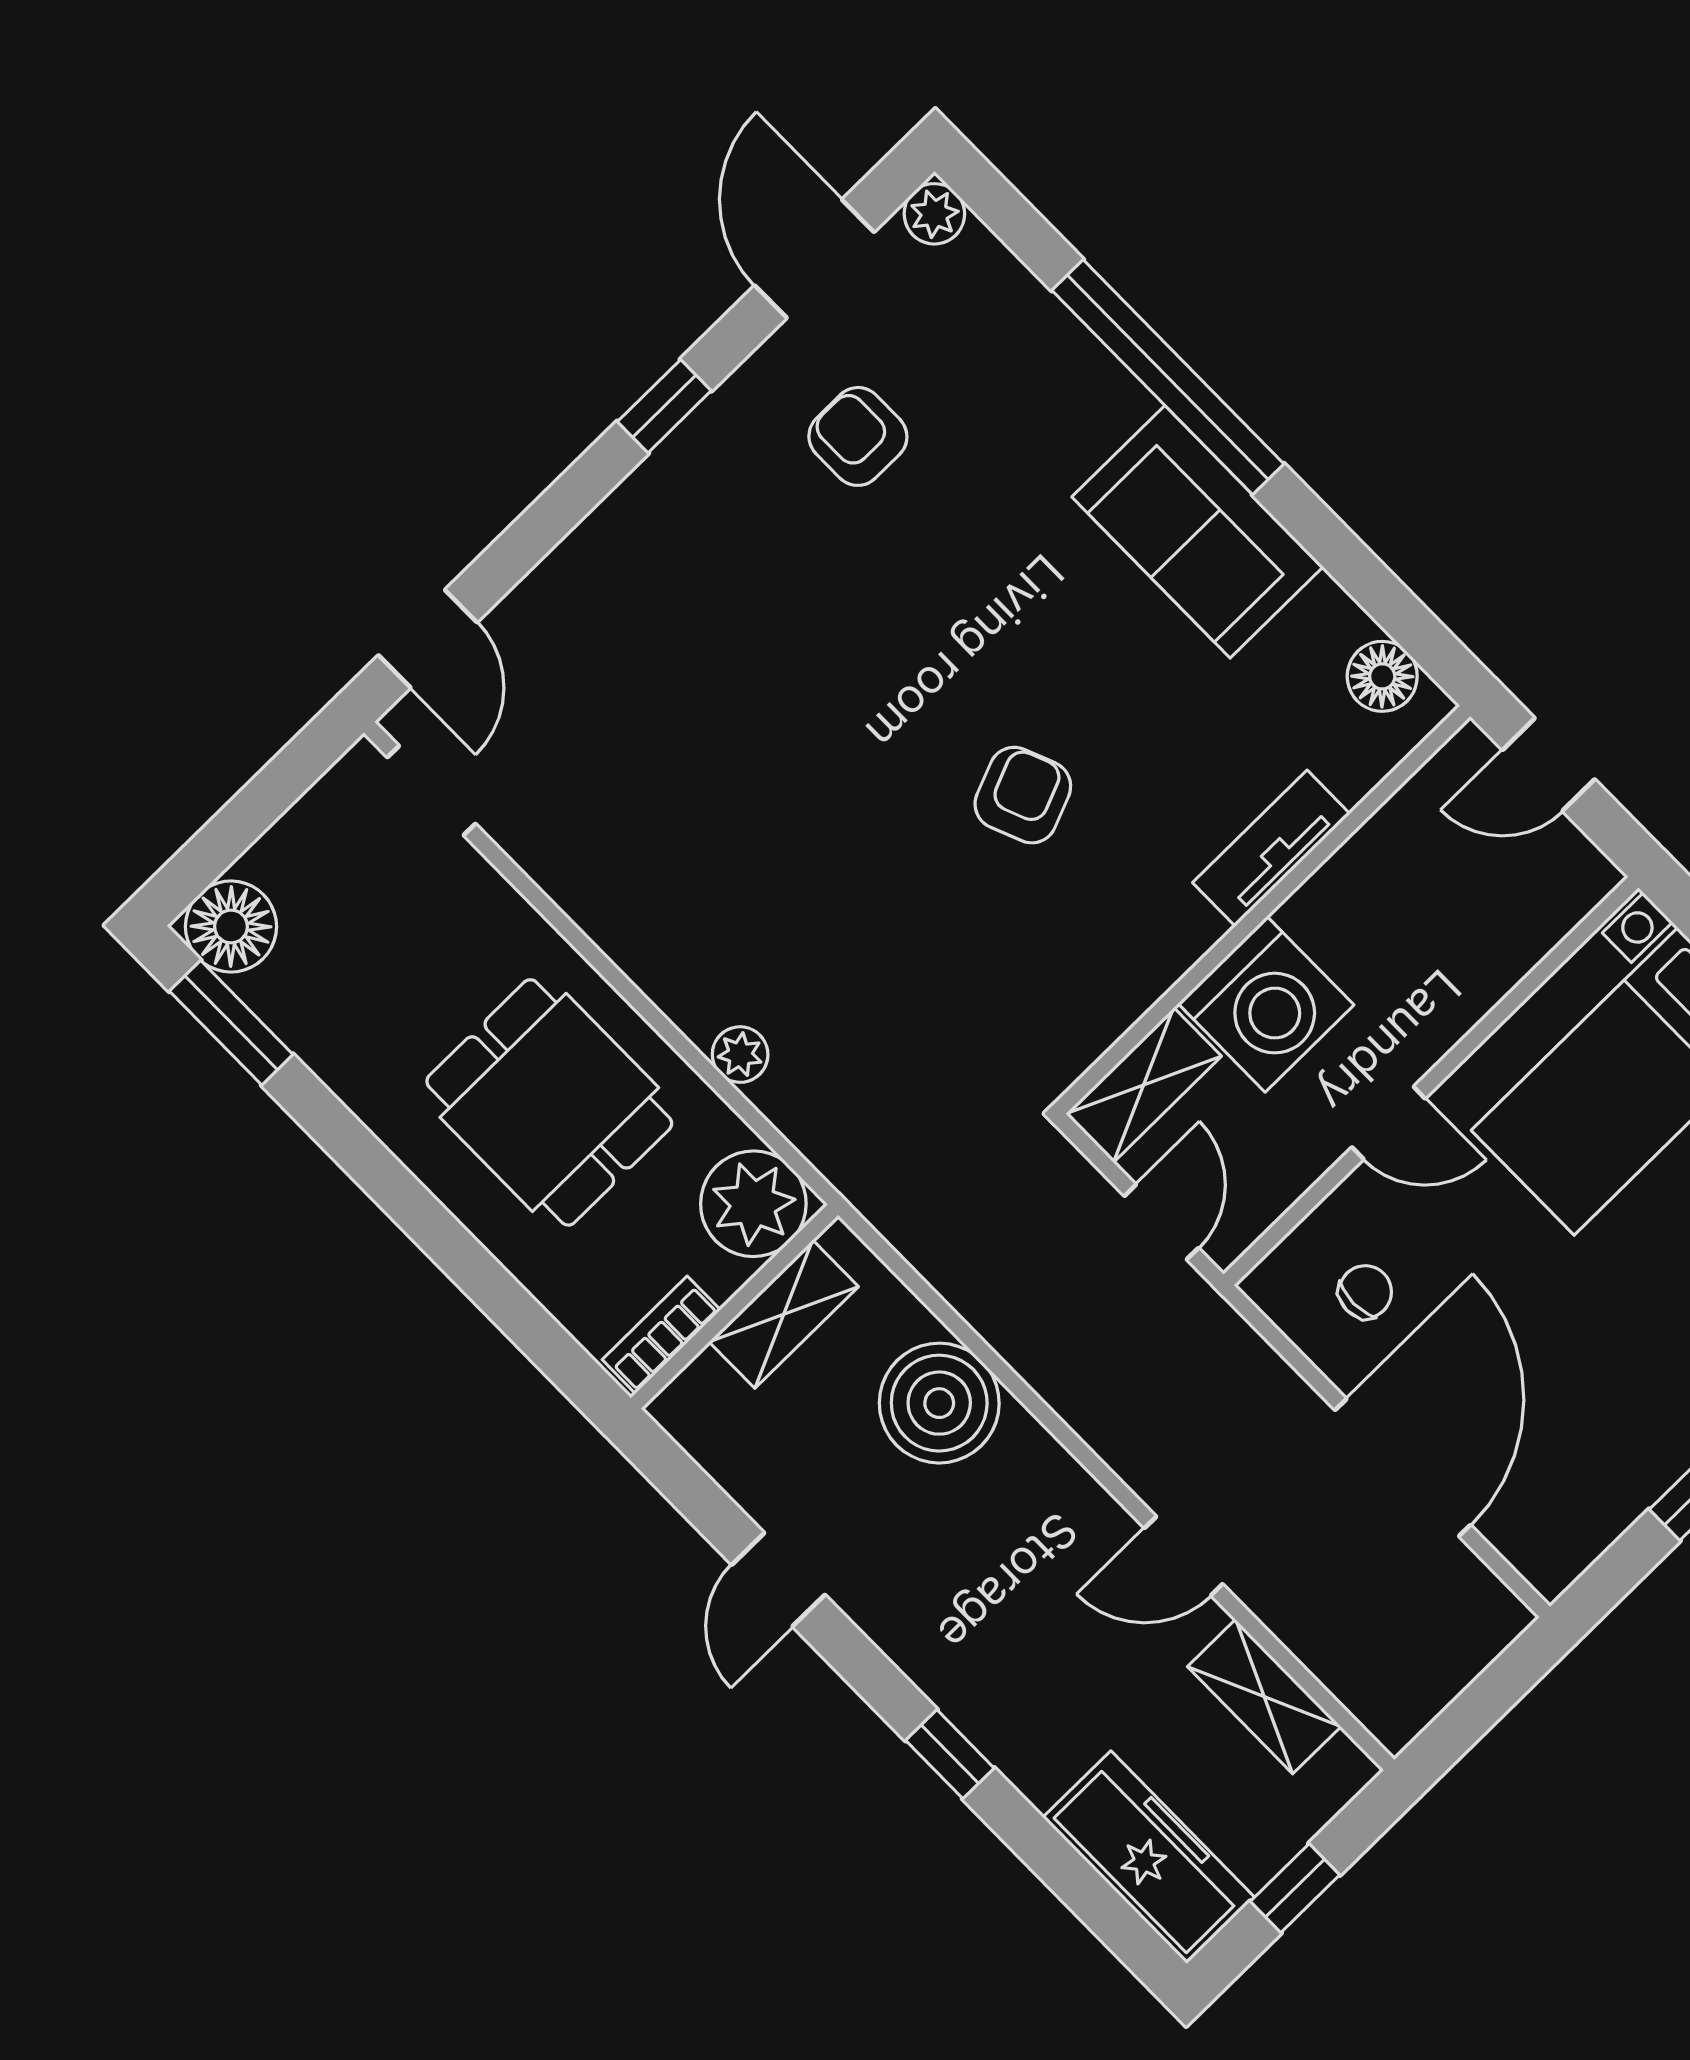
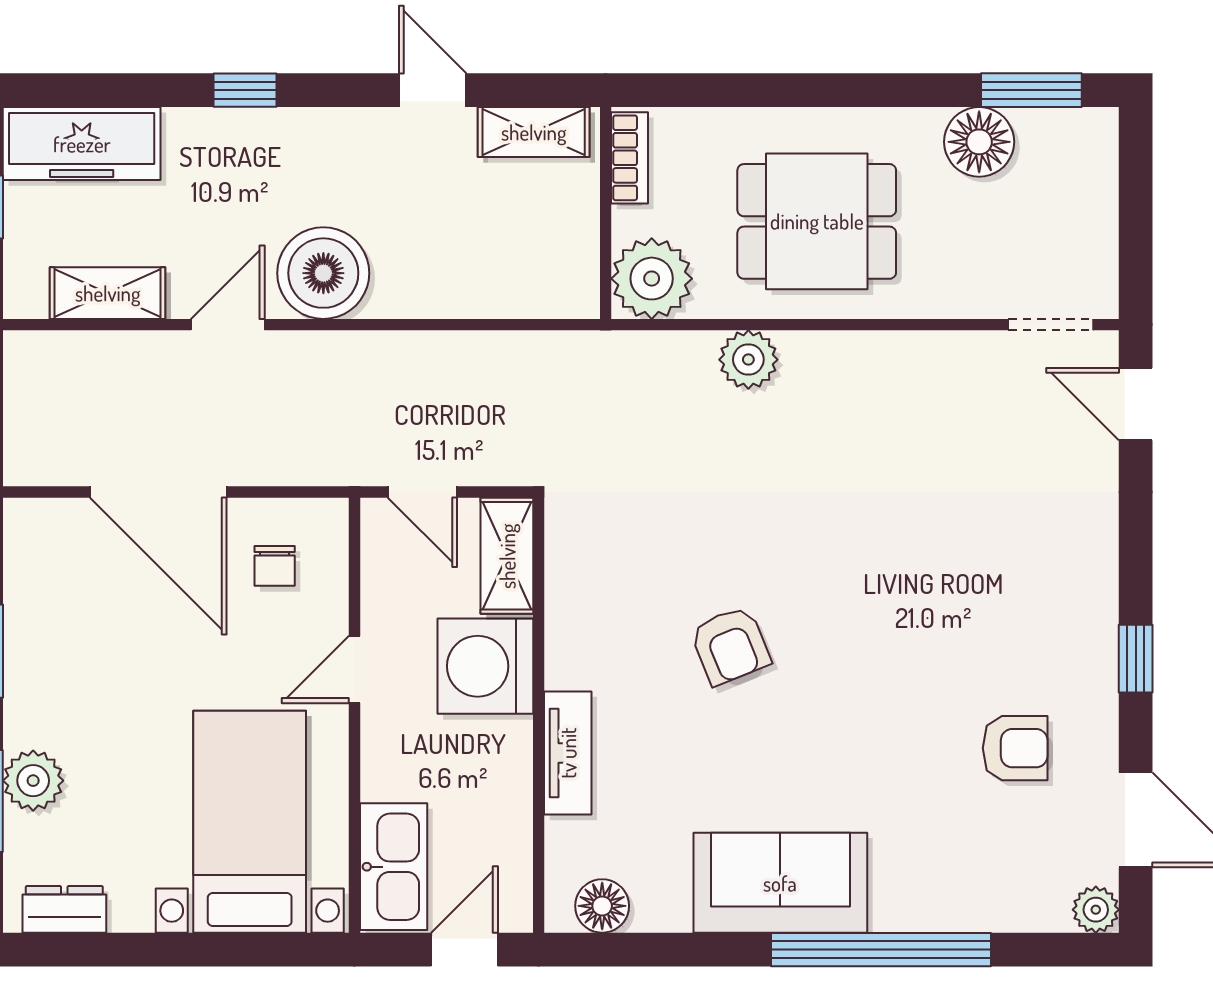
kitchen sink: (1536, 906) -> (394, 867), added
floor lamp: (231, 926) -> (979, 142), moved
plant: (740, 1055) -> (748, 360), width x1.38, depth x1.38
shelving: (784, 1314) -> (534, 132), moved, turned 90
boiler: (939, 1403) -> (323, 273), moved

